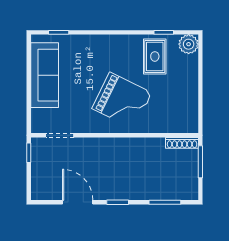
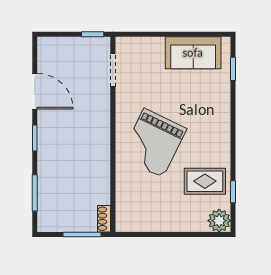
sofa: (45, 75) -> (193, 53), width x0.73
shoe rack: (182, 143) -> (104, 219), width x0.70
door: (78, 202) -> (35, 91), hinge flipped

